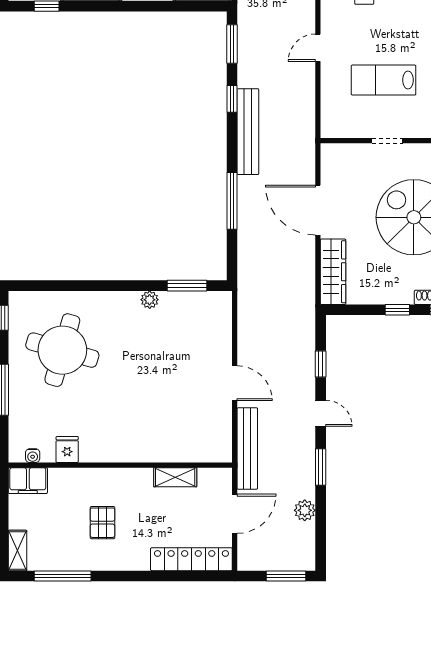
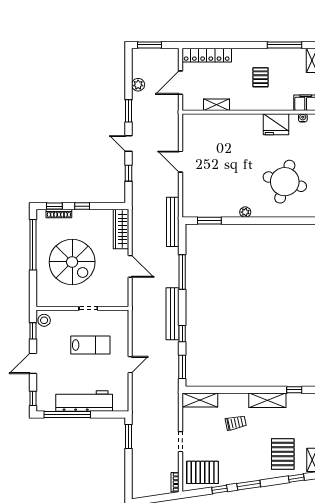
door: (318, 210) -> (130, 266), width x0.73
plant: (150, 300) -> (245, 212), moved
bench: (247, 448) -> (173, 222), moved
fridge: (67, 449) -> (276, 124), width x1.88, depth x1.34

